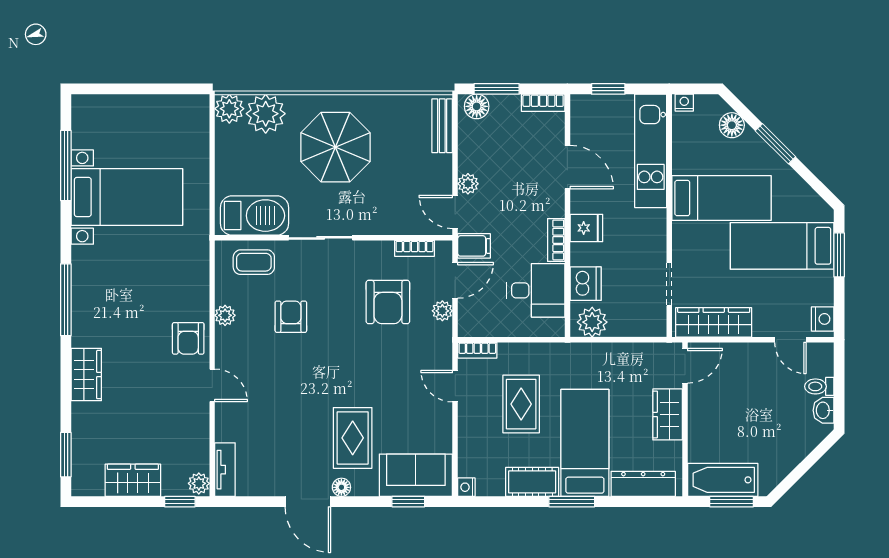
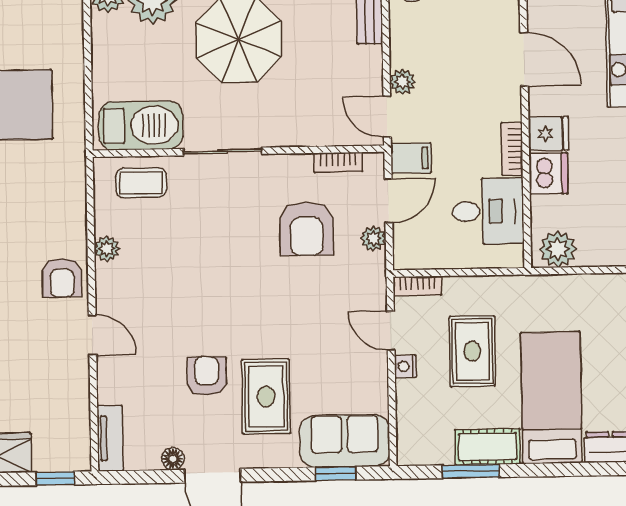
dishwasher: (586, 284) -> (548, 173), moved
armchair: (291, 317) -> (207, 376), moved
plant: (199, 483) -> (78, 456), removed
floor lamp: (341, 487) -> (173, 459), moved
nightstand: (466, 487) -> (405, 367), moved
window: (572, 502) -> (471, 471), moved

